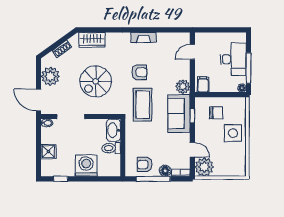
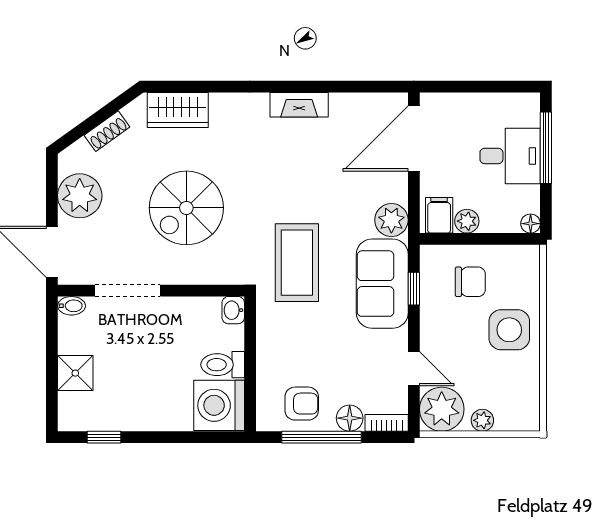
door: (192, 52) -> (414, 139), width x1.88
desk: (233, 59) -> (510, 156), width x0.73
window: (249, 68) -> (546, 148), moved
armchair: (139, 72) -> (289, 186), removed
plant: (215, 87) -> (467, 221), added
washbasin: (113, 130) -> (233, 310), width x0.52, depth x0.69
armchair: (145, 165) -> (302, 404), turned 180
washing machine: (86, 166) -> (219, 405), moved, turned -90
plant: (221, 172) -> (482, 420), added

